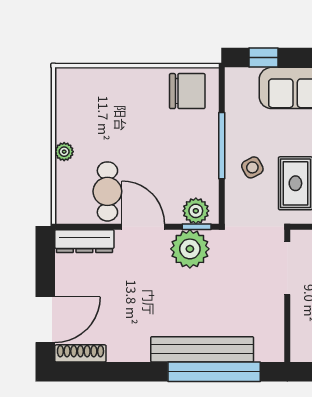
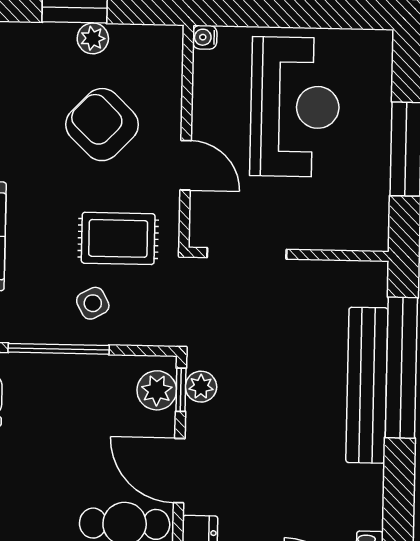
door: (143, 227) -> (179, 471), hinge flipped
plant: (190, 249) -> (201, 387), width x0.53, depth x0.53

